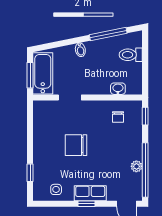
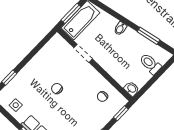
window: (108, 34) -> (149, 36), width x0.69
washbasin: (118, 89) -> (132, 89), moved
chair: (76, 145) -> (57, 89), width x0.54, depth x0.54

